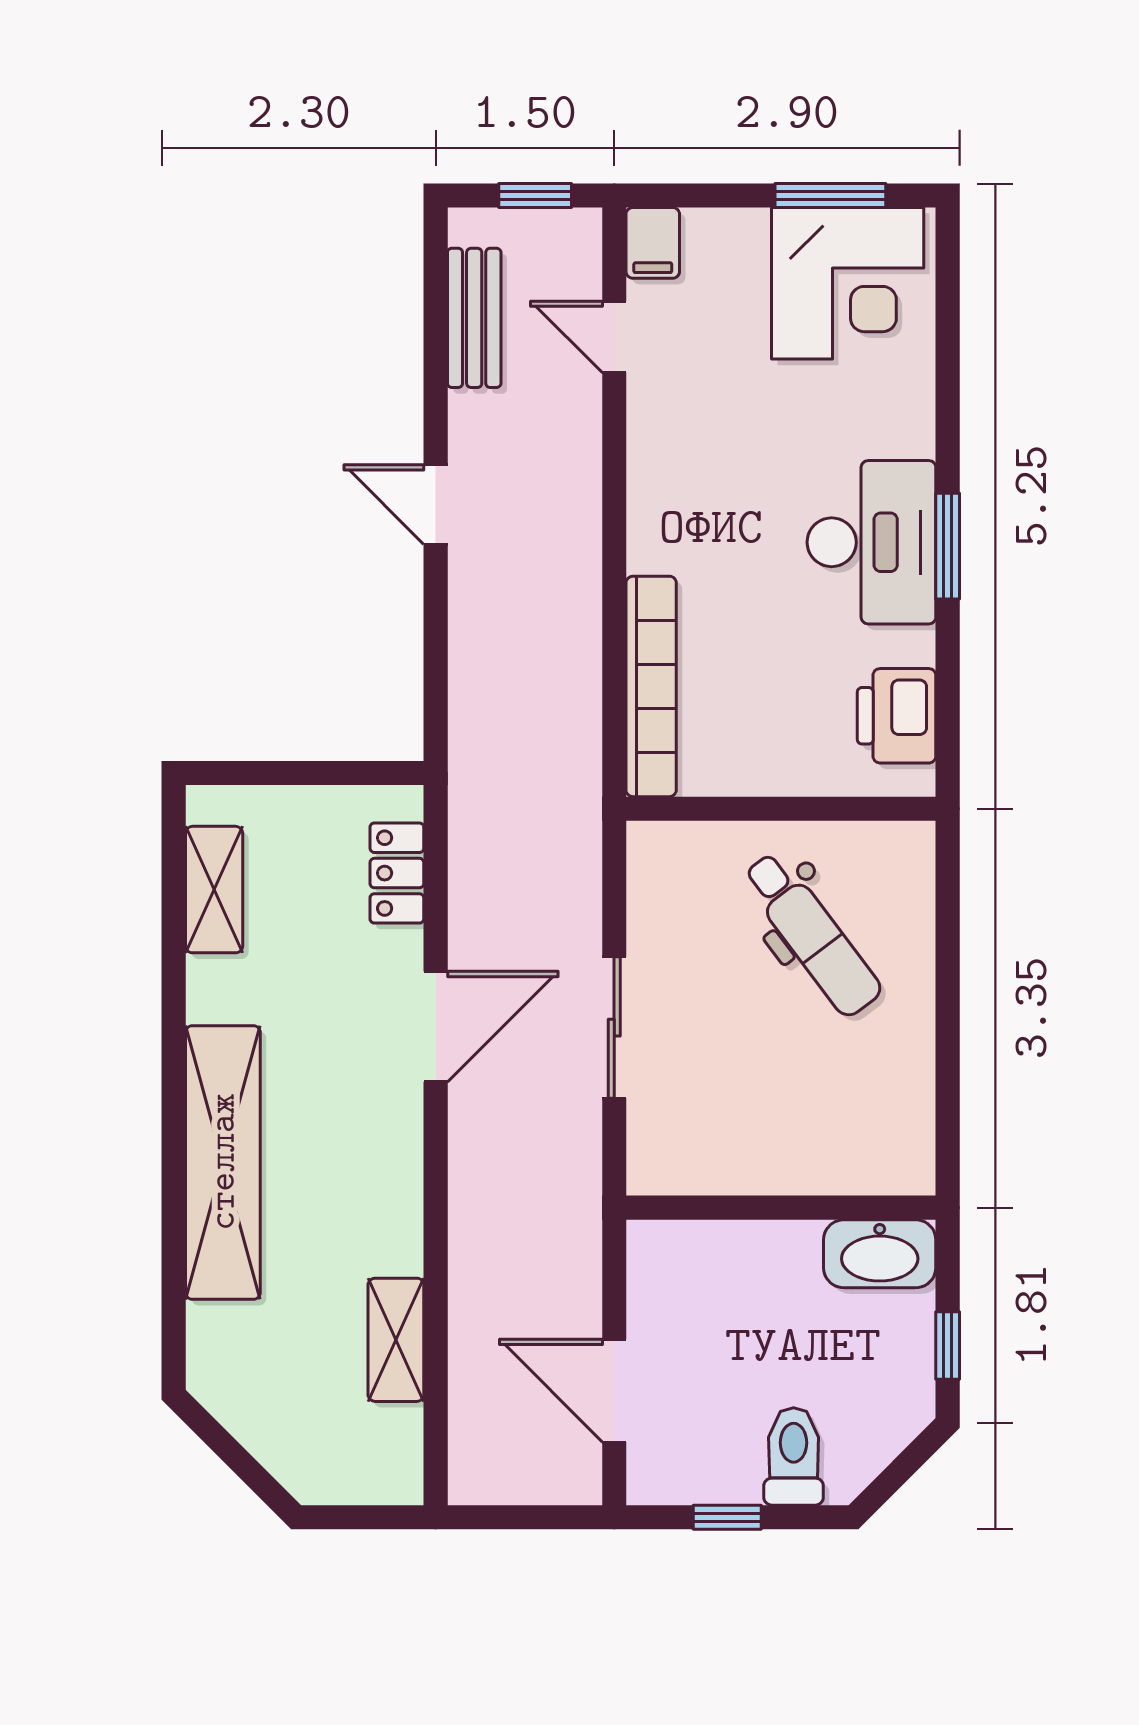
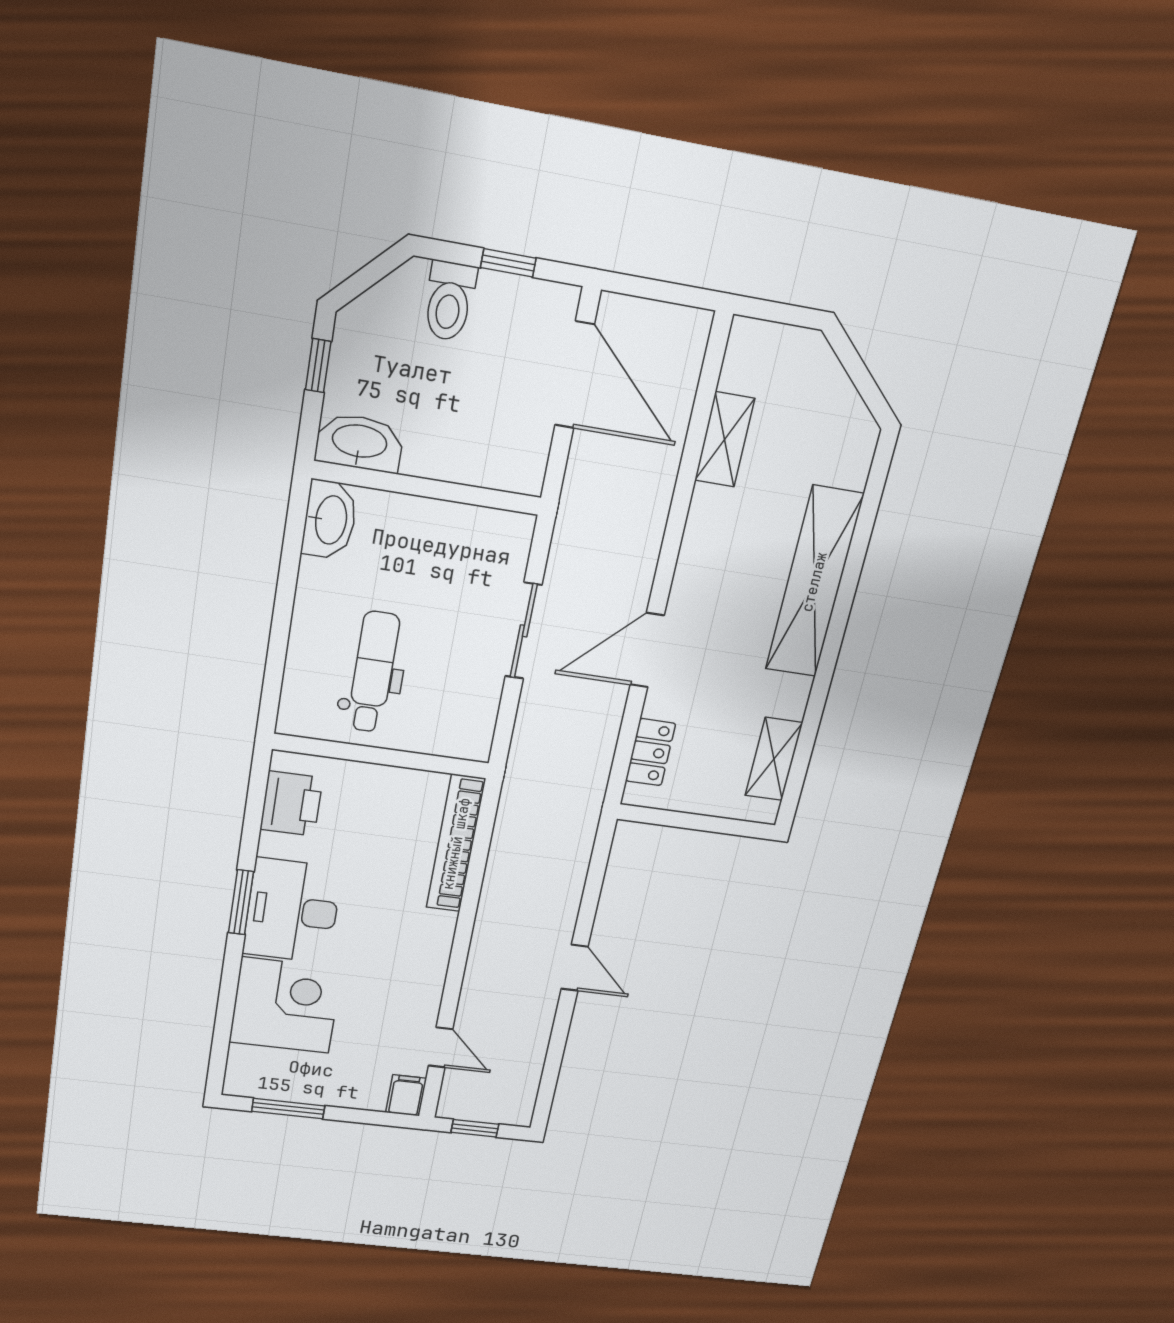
corner desk: (848, 283) -> (285, 1005), moved, turned 90
bench: (474, 318) -> (527, 1068), removed
dental chair: (812, 934) -> (373, 672), turned 37
washbasin: (903, 1143) -> (330, 520), added
door: (614, 1391) -> (575, 375), width x1.36

